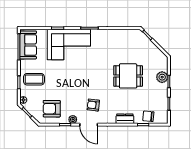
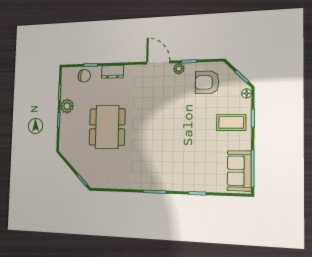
corner sofa: (69, 44) -> (182, 170), removed
dining table: (128, 76) -> (107, 127), width x1.37
plant: (162, 77) -> (67, 106), moved
armchair: (93, 105) -> (152, 88), removed
armchair: (52, 109) -> (207, 82), turned 180

